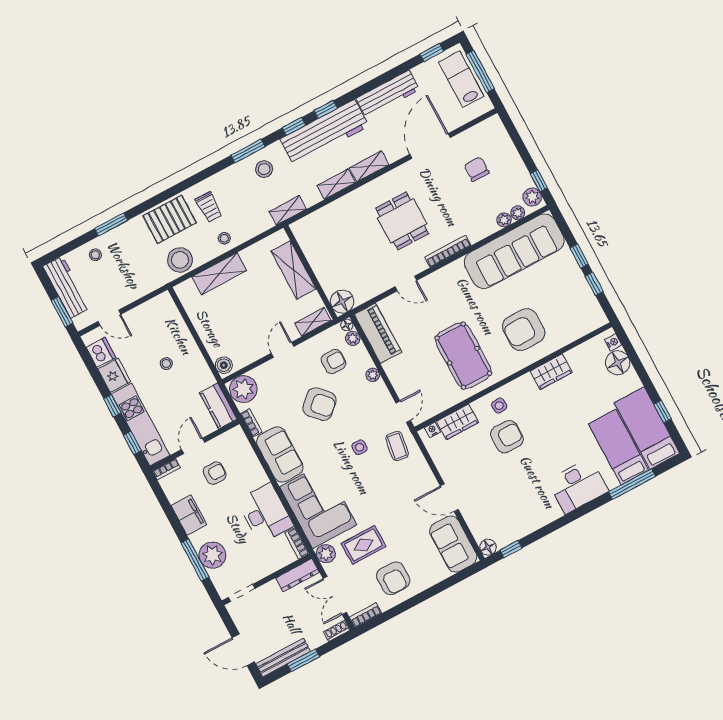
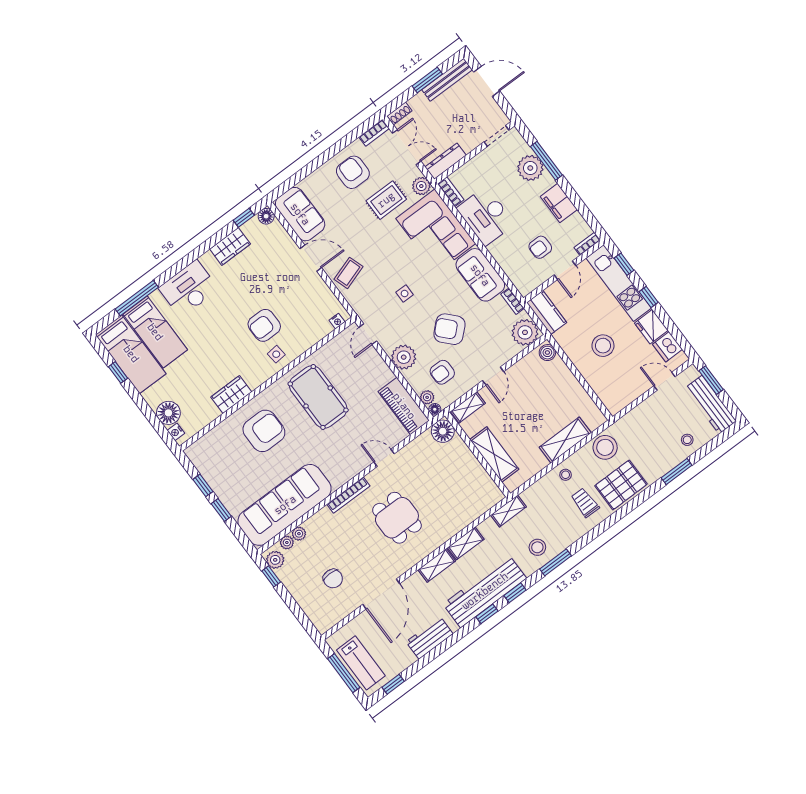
workbench: (388, 94) -> (429, 638), width x0.73
stool: (166, 364) -> (603, 346), width x1.89, depth x1.89
plant: (373, 375) -> (404, 357), width x1.88, depth x1.88
wardrobe: (457, 422) -> (230, 246), moved, turned 180
coffee table: (397, 446) -> (348, 273), moved, turned 63

